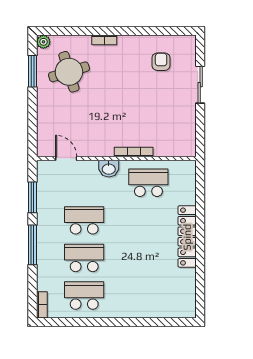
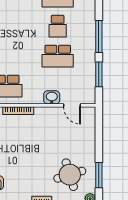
washbasin: (109, 169) -> (52, 97), moved
school desk: (84, 258) -> (58, 26), width x0.54

